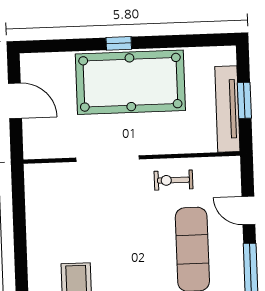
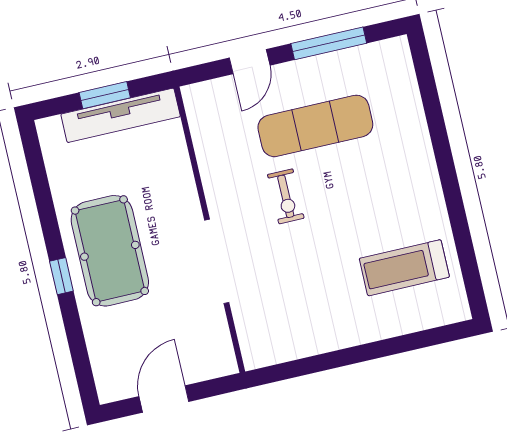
pool table: (130, 82) -> (110, 251), width x0.73, depth x0.76
exercise bike: (173, 180) -> (286, 196), moved

